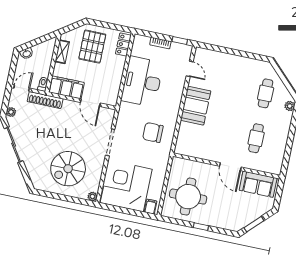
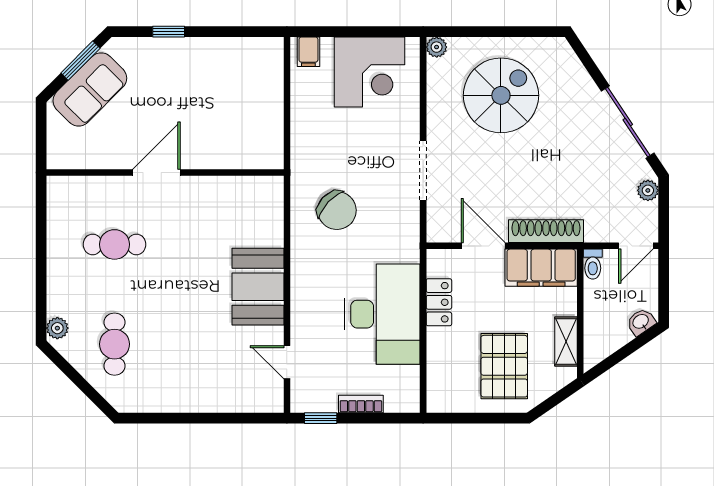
locker: (123, 45) -> (439, 302), moved
shoe rack: (45, 100) -> (546, 231), moved
chair: (153, 132) -> (337, 210), turned 43
cafe table: (256, 138) -> (115, 244), turned 90
door: (230, 167) -> (156, 172), hinge flipped
sofa: (258, 184) -> (90, 89), moved, turned 135
corner desk: (126, 186) -> (369, 72), width x0.74, depth x0.74
round table: (188, 197) -> (233, 90), removed
window: (201, 227) -> (169, 32), moved

